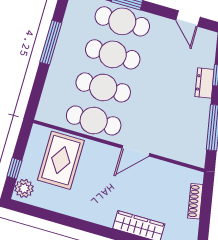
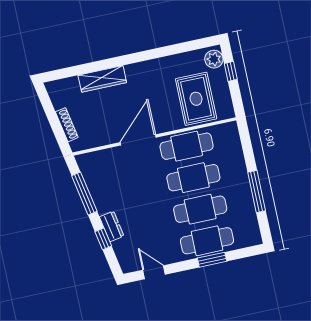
door: (136, 151) -> (138, 140), width x1.36

